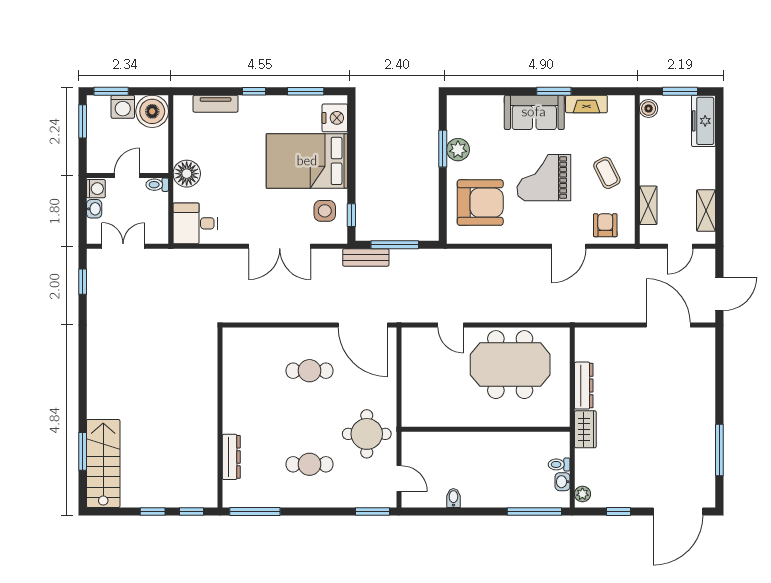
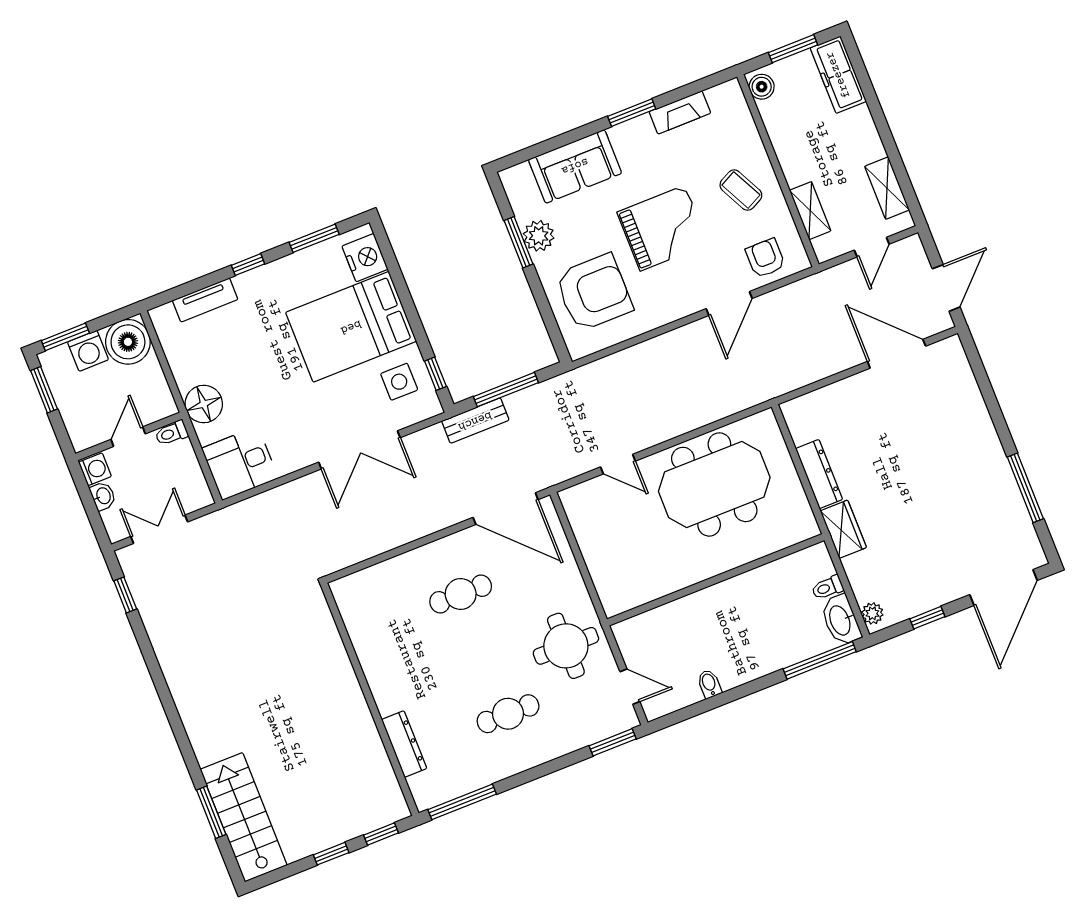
sofa: (534, 112) -> (575, 166), moved
grand piano: (544, 178) -> (663, 228), turned 180
washbasin: (563, 482) -> (841, 620), width x1.91, depth x1.45

